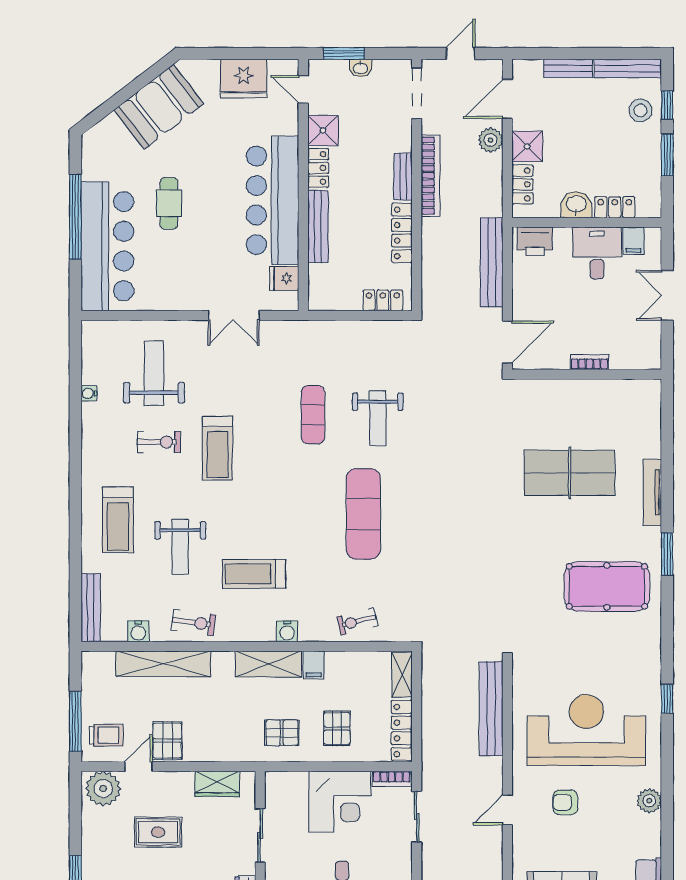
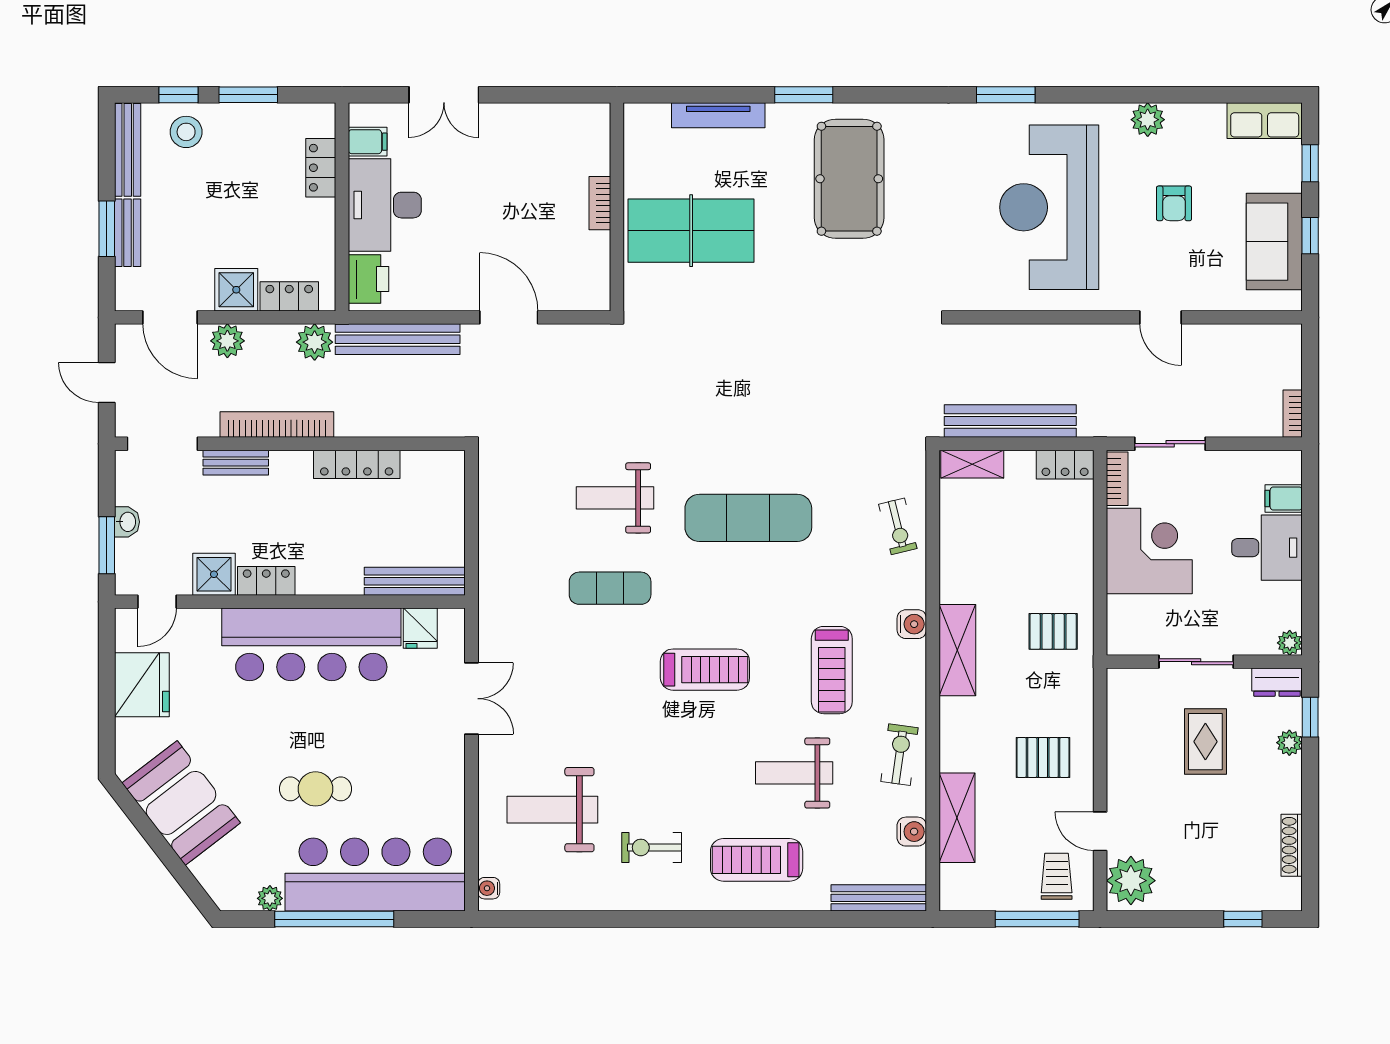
window: (571, 53) -> (107, 229), added
plant: (90, 171) -> (270, 898), added
bench: (403, 177) -> (236, 463), moved
plant: (490, 203) -> (315, 342), added
washbasin: (576, 205) -> (317, 221), removed
bench: (318, 227) -> (415, 581), moved
desk: (597, 253) -> (385, 205), width x1.37
locker: (383, 300) -> (451, 491), removed
bookcase: (589, 362) -> (600, 203), moved
wall: (587, 374) -> (617, 207), moved
water cooler: (89, 393) -> (489, 888), moved, turned 90
weight bench: (378, 418) -> (615, 498), turned 180
exercise bike: (159, 442) -> (652, 847), moved, turned -90
treadmill: (217, 448) -> (705, 670), moved
table tennis table: (570, 473) -> (691, 231), turned 90
treadmill: (118, 520) -> (757, 860), turned 180
weight bench: (180, 547) -> (794, 773), turned 180
shelving: (163, 664) -> (957, 818), width x0.68
filing cabinet: (314, 665) -> (959, 587), removed
window: (667, 699) -> (1006, 95), width x1.50
bench: (491, 709) -> (1010, 421), moved
pallet: (337, 728) -> (1047, 555), removed
locker: (402, 730) -> (1065, 465), width x0.66
pallet: (282, 733) -> (1053, 631), turned 90
pallet: (167, 741) -> (1043, 757), moved
wardrobe: (217, 784) -> (1124, 722), removed
armchair: (565, 802) -> (1174, 203), moved
rug: (158, 832) -> (1205, 742), moved

